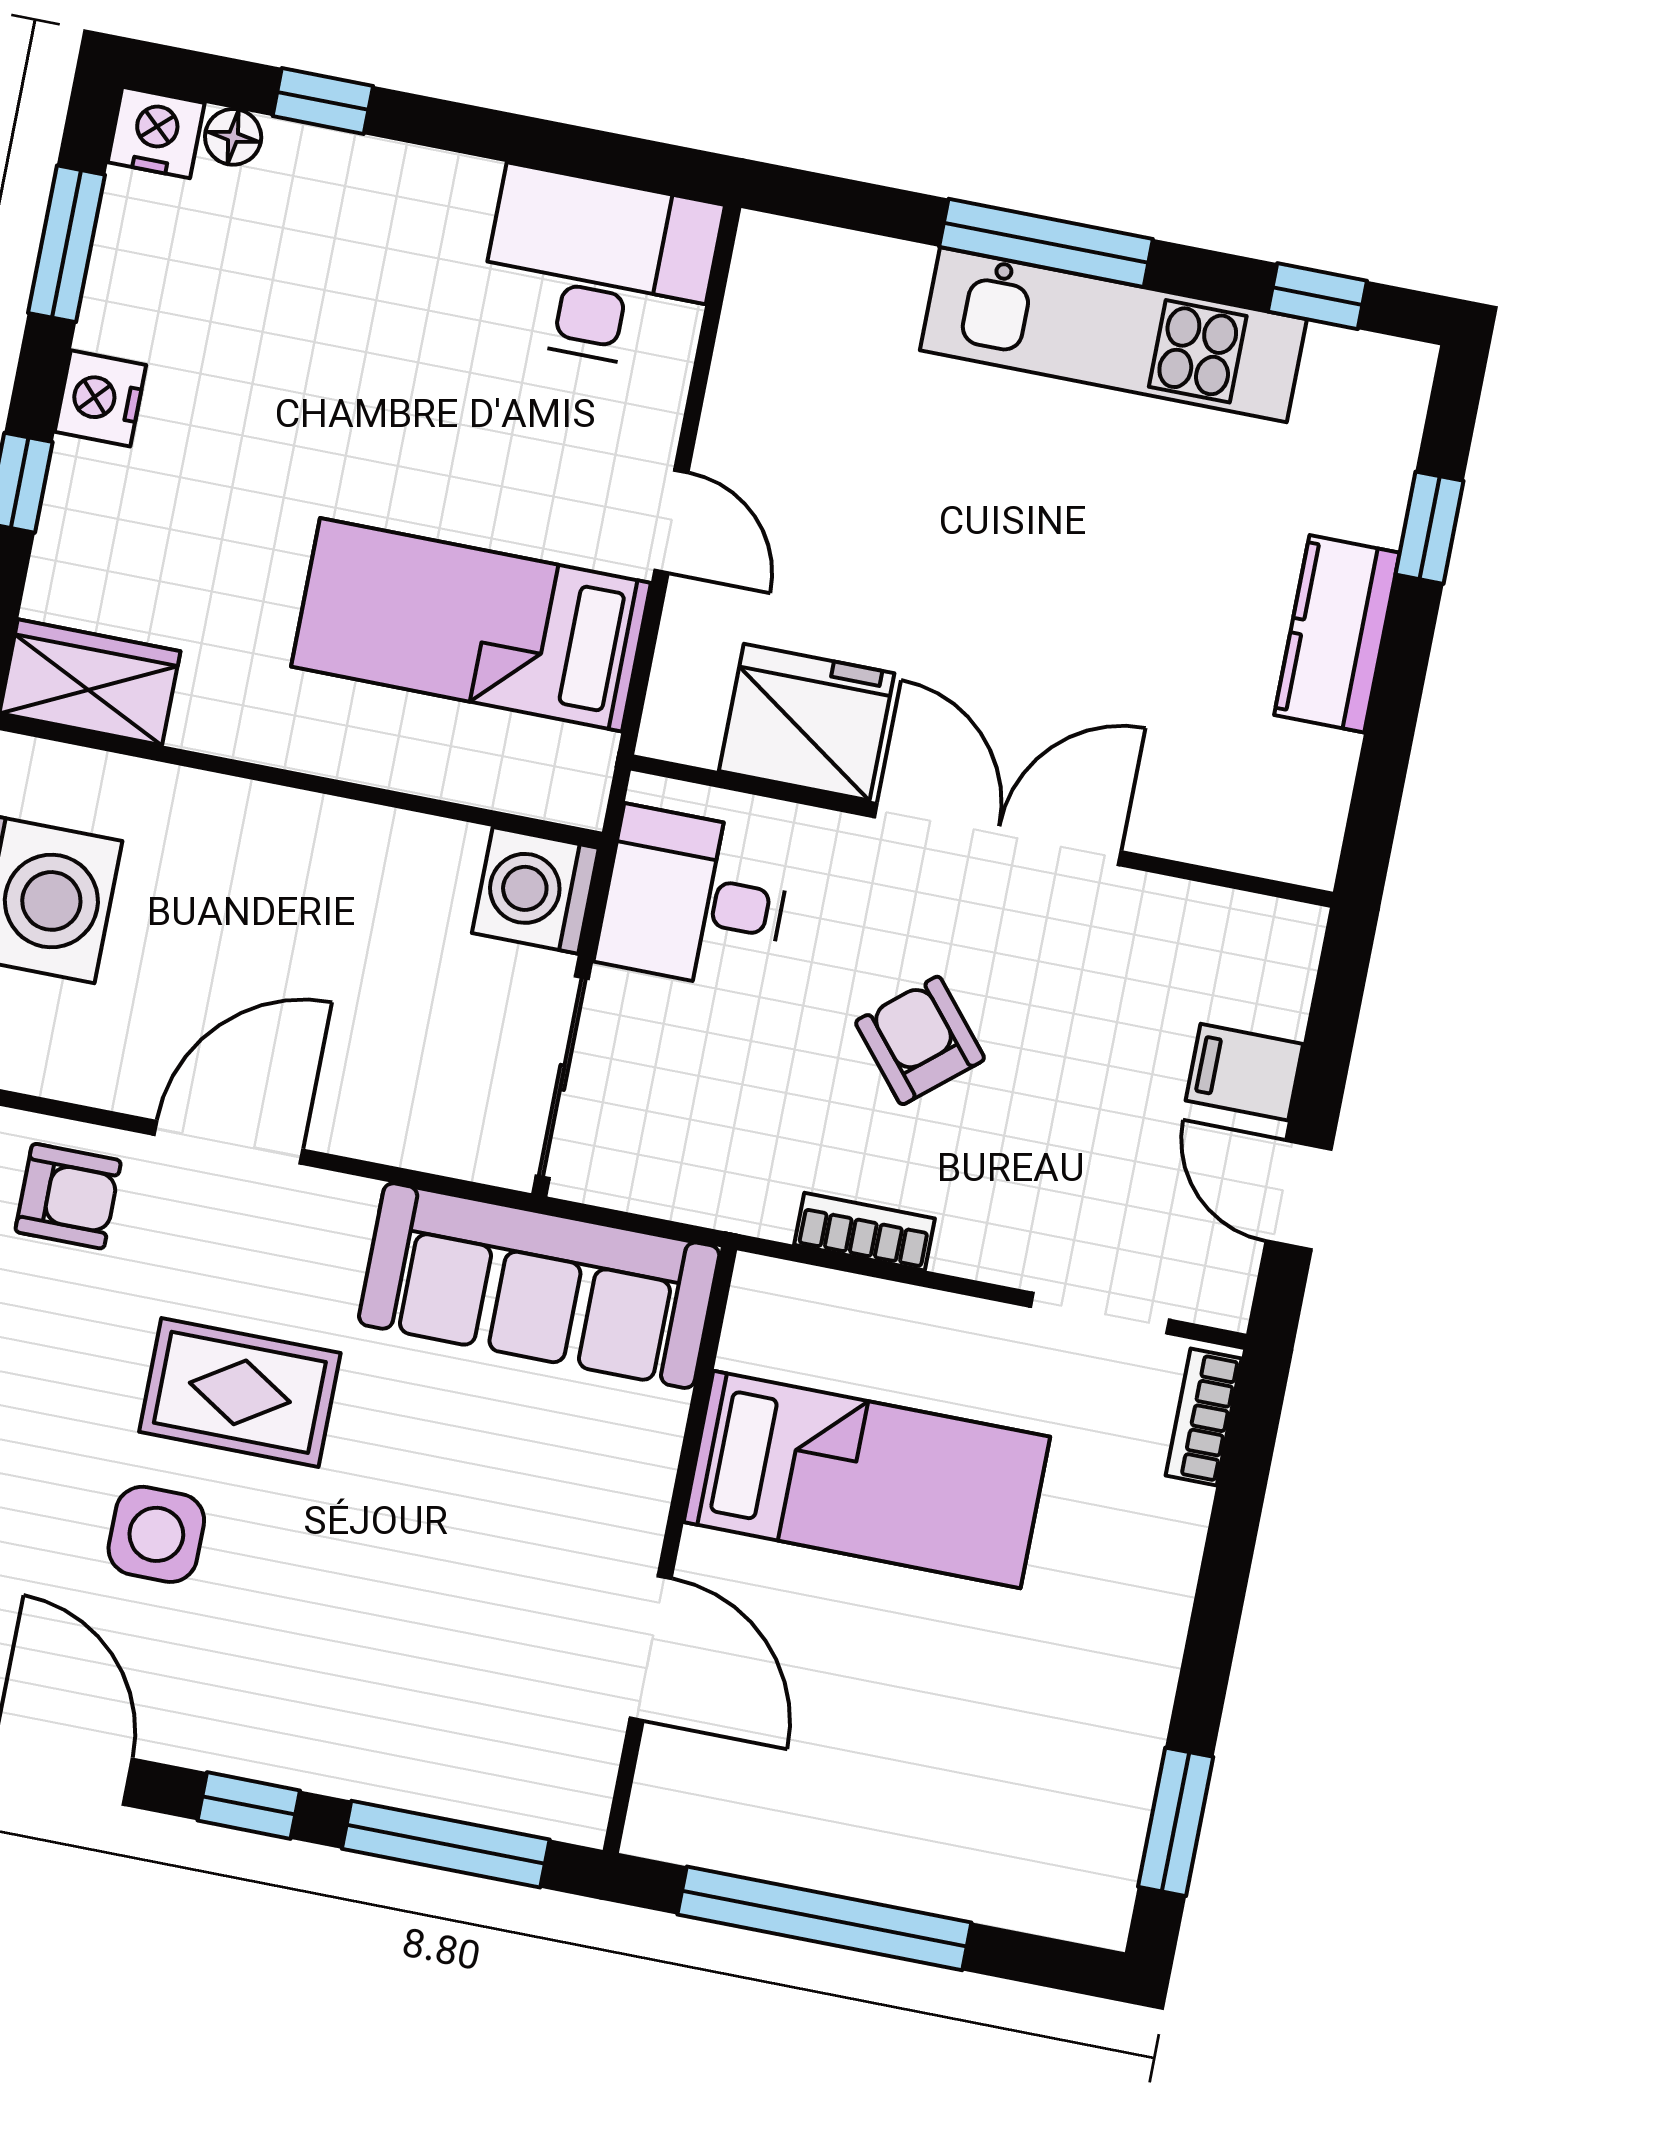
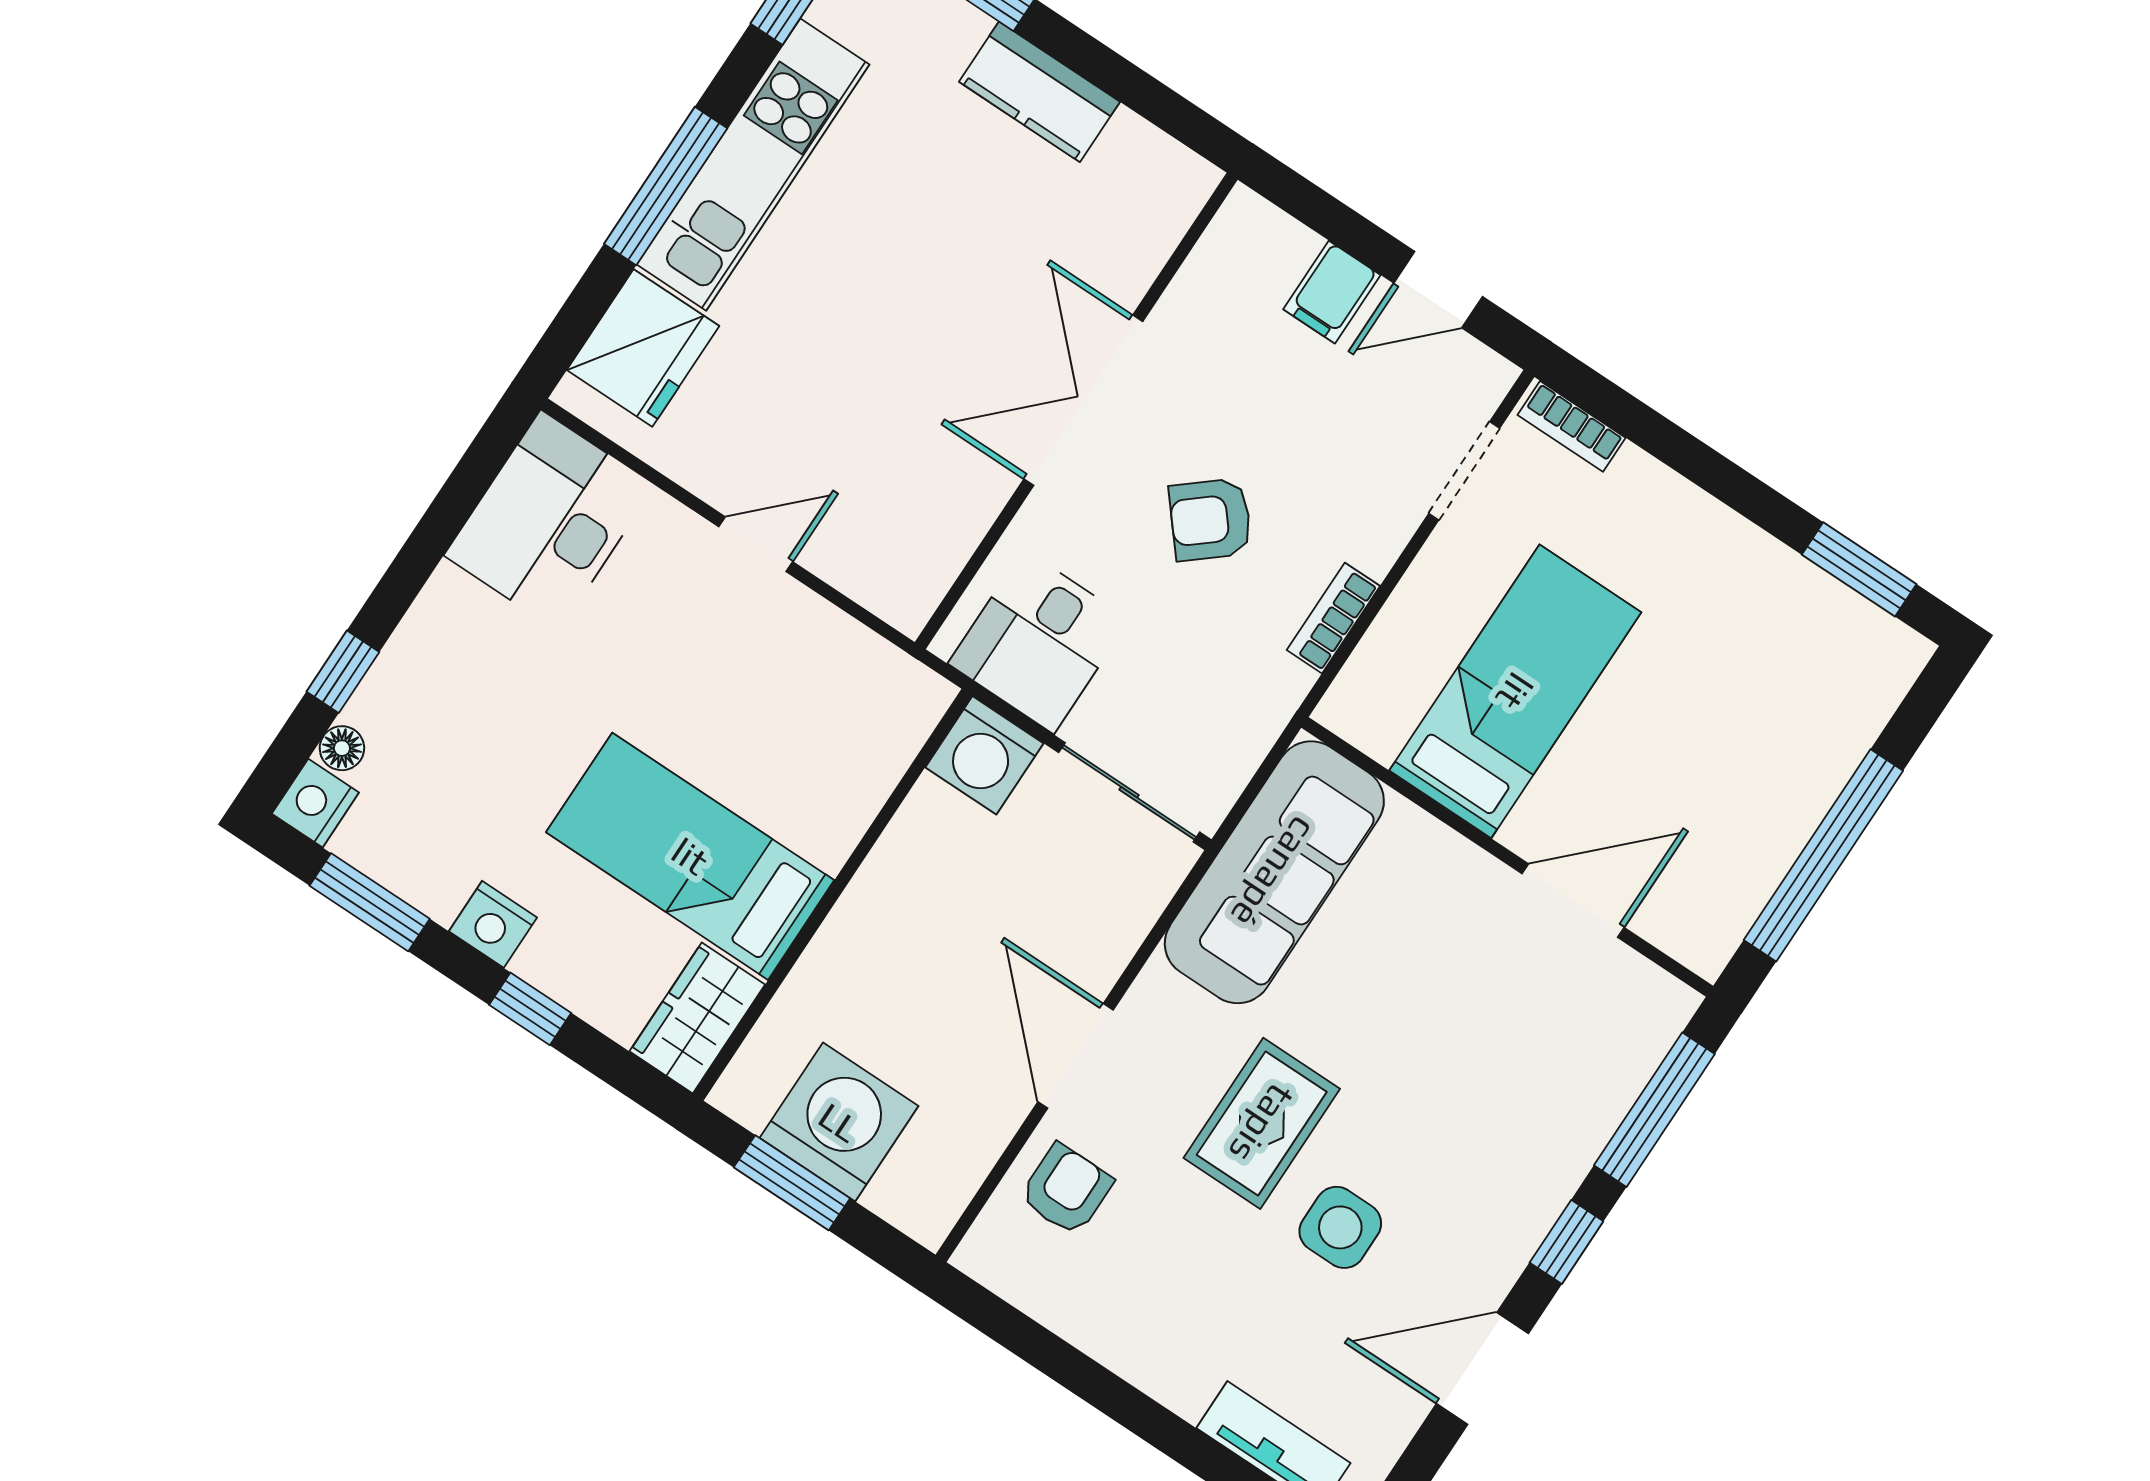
bed: (471, 625) -> (690, 856), moved, turned 90
fridge: (807, 722) -> (643, 348), moved, turned 180

